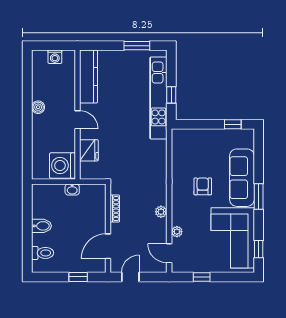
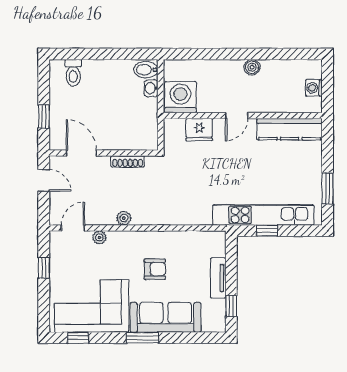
tv unit: (210, 135) -> (218, 278), added
washbasin: (72, 190) -> (151, 88), moved
bidet: (42, 226) -> (146, 70), moved, turned 90

